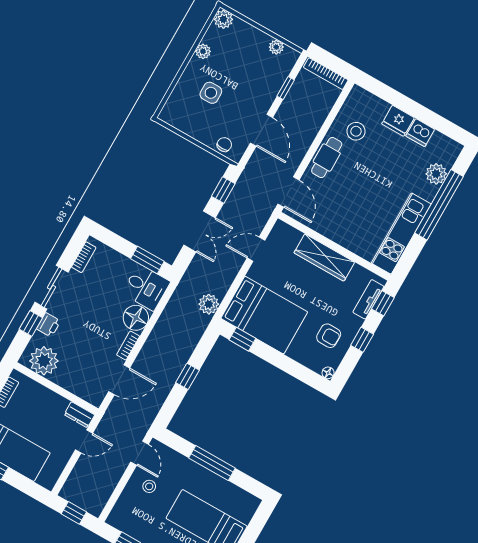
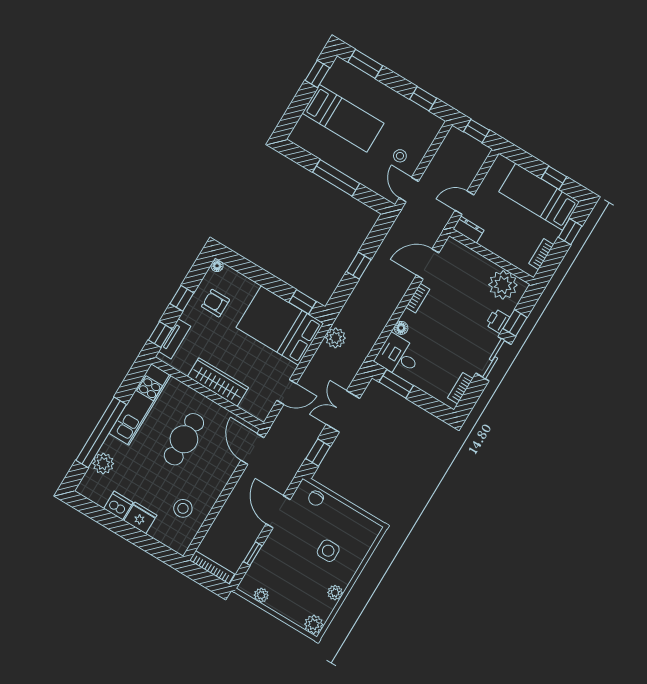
cafe table: (327, 158) -> (184, 439), moved, width x1.37, depth x1.35
floor lamp: (136, 318) -> (401, 328), width x0.53, depth x0.53

